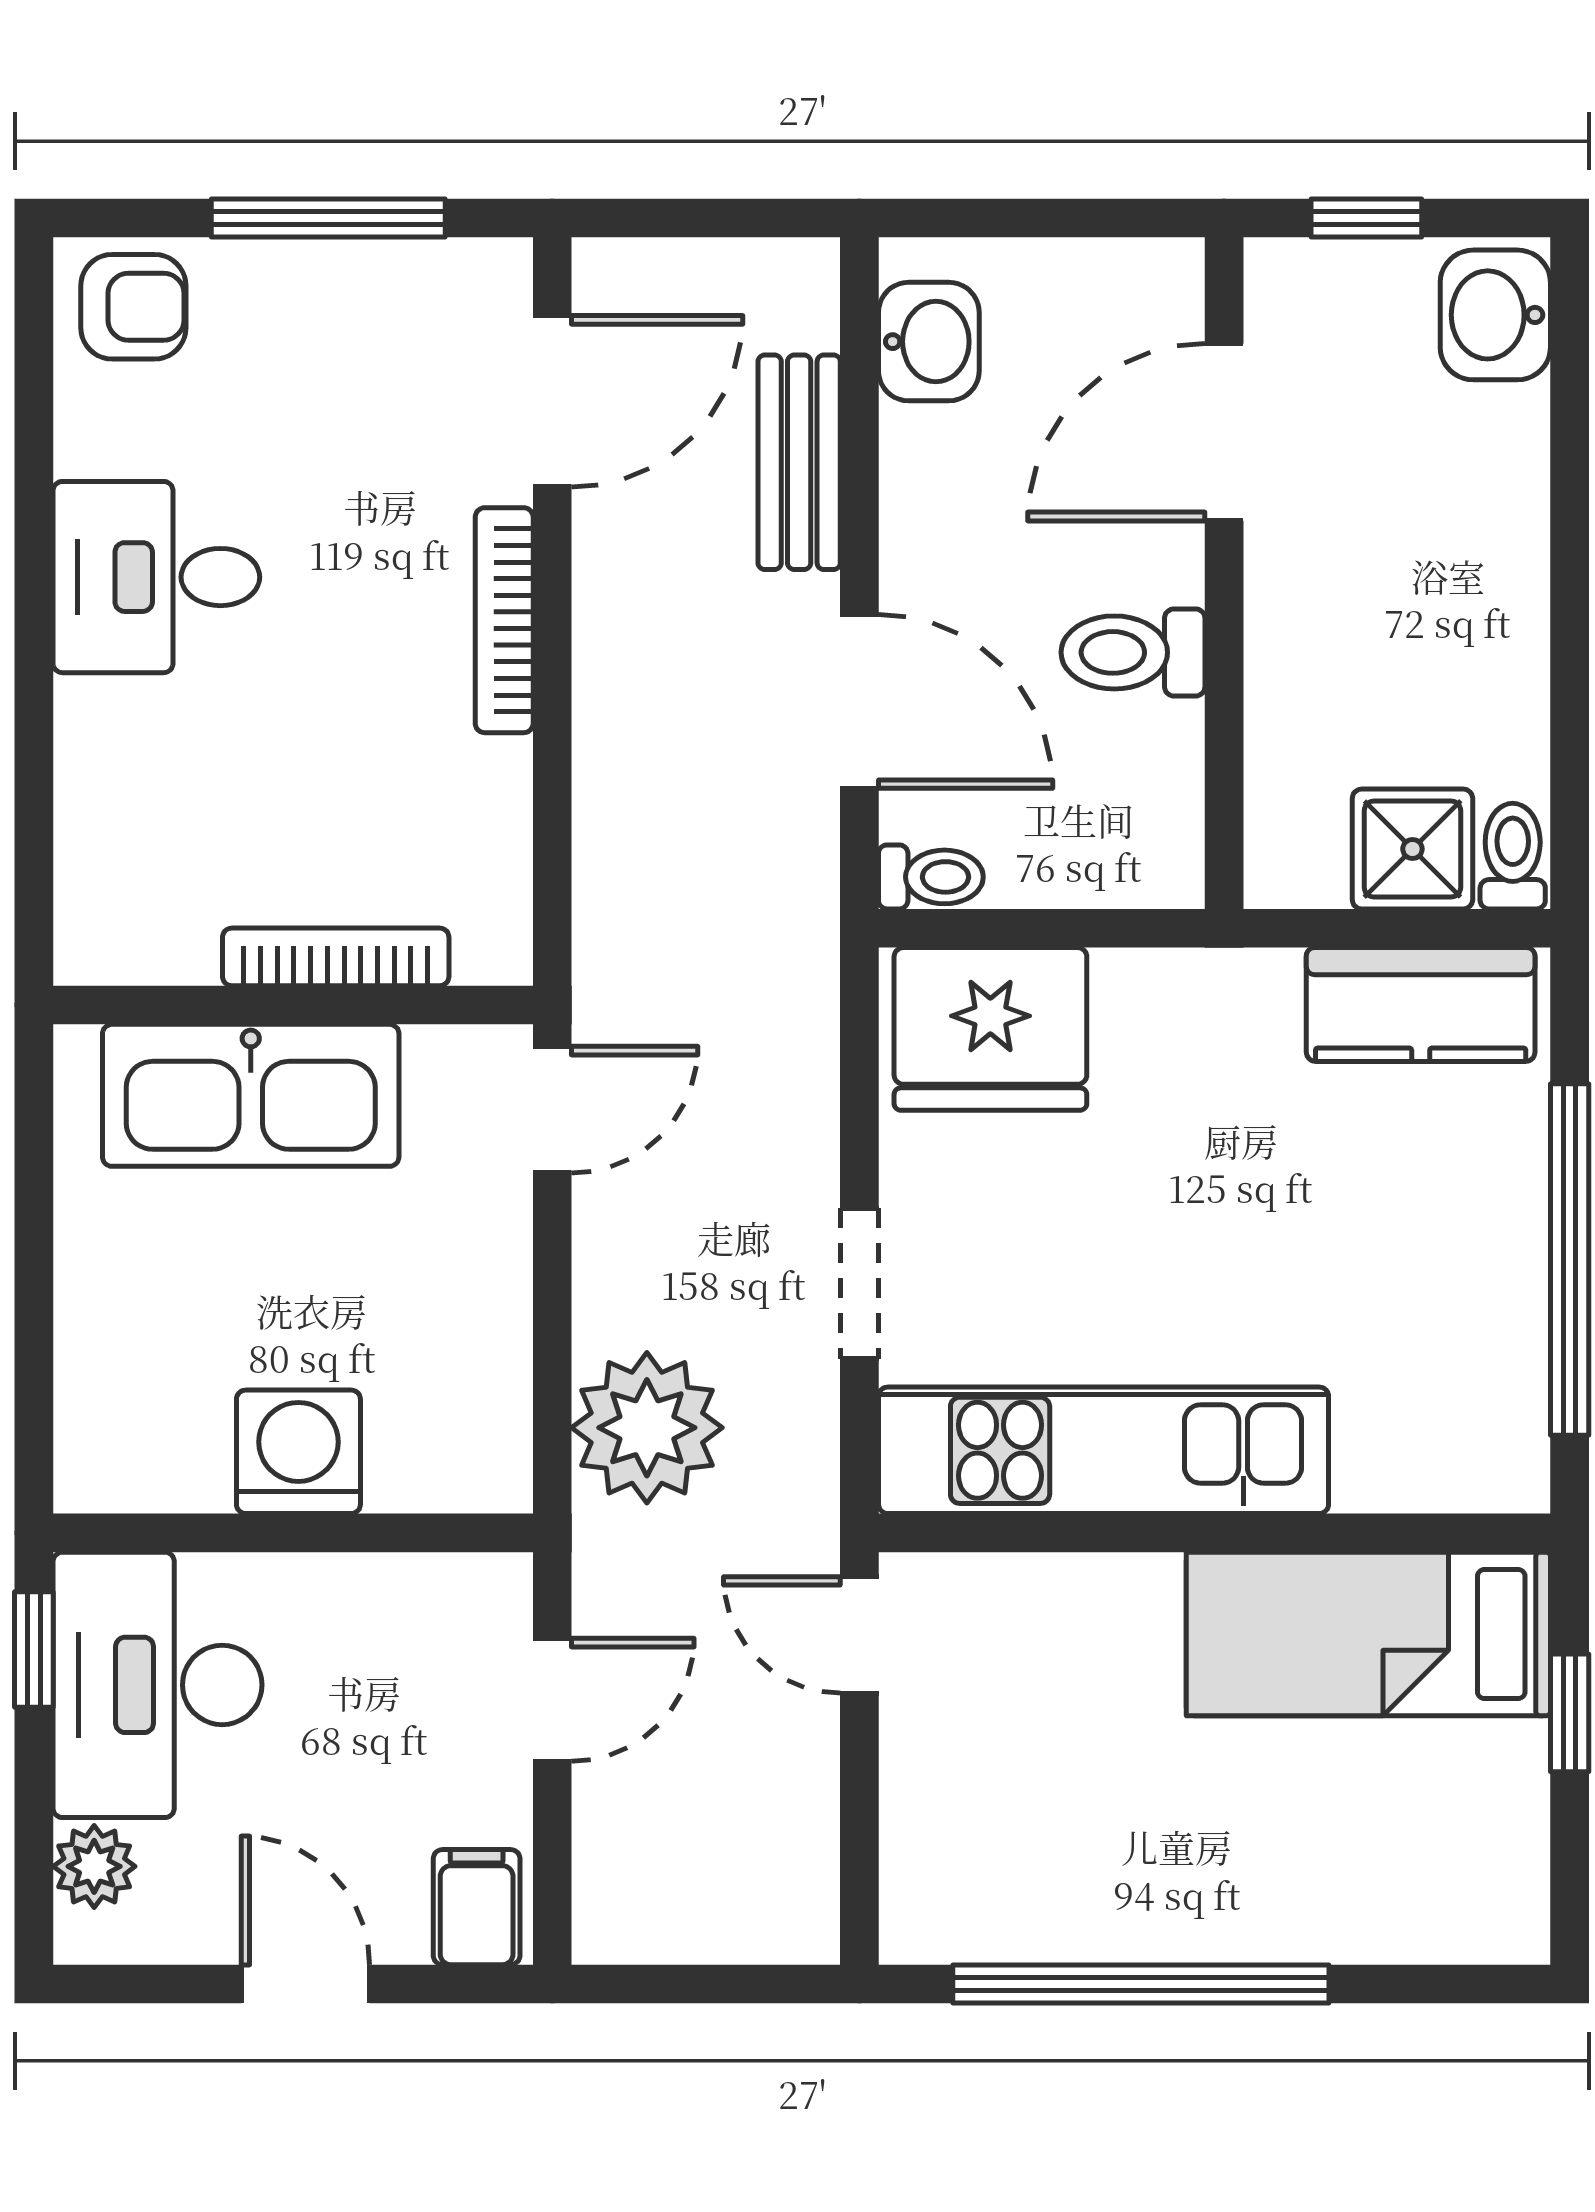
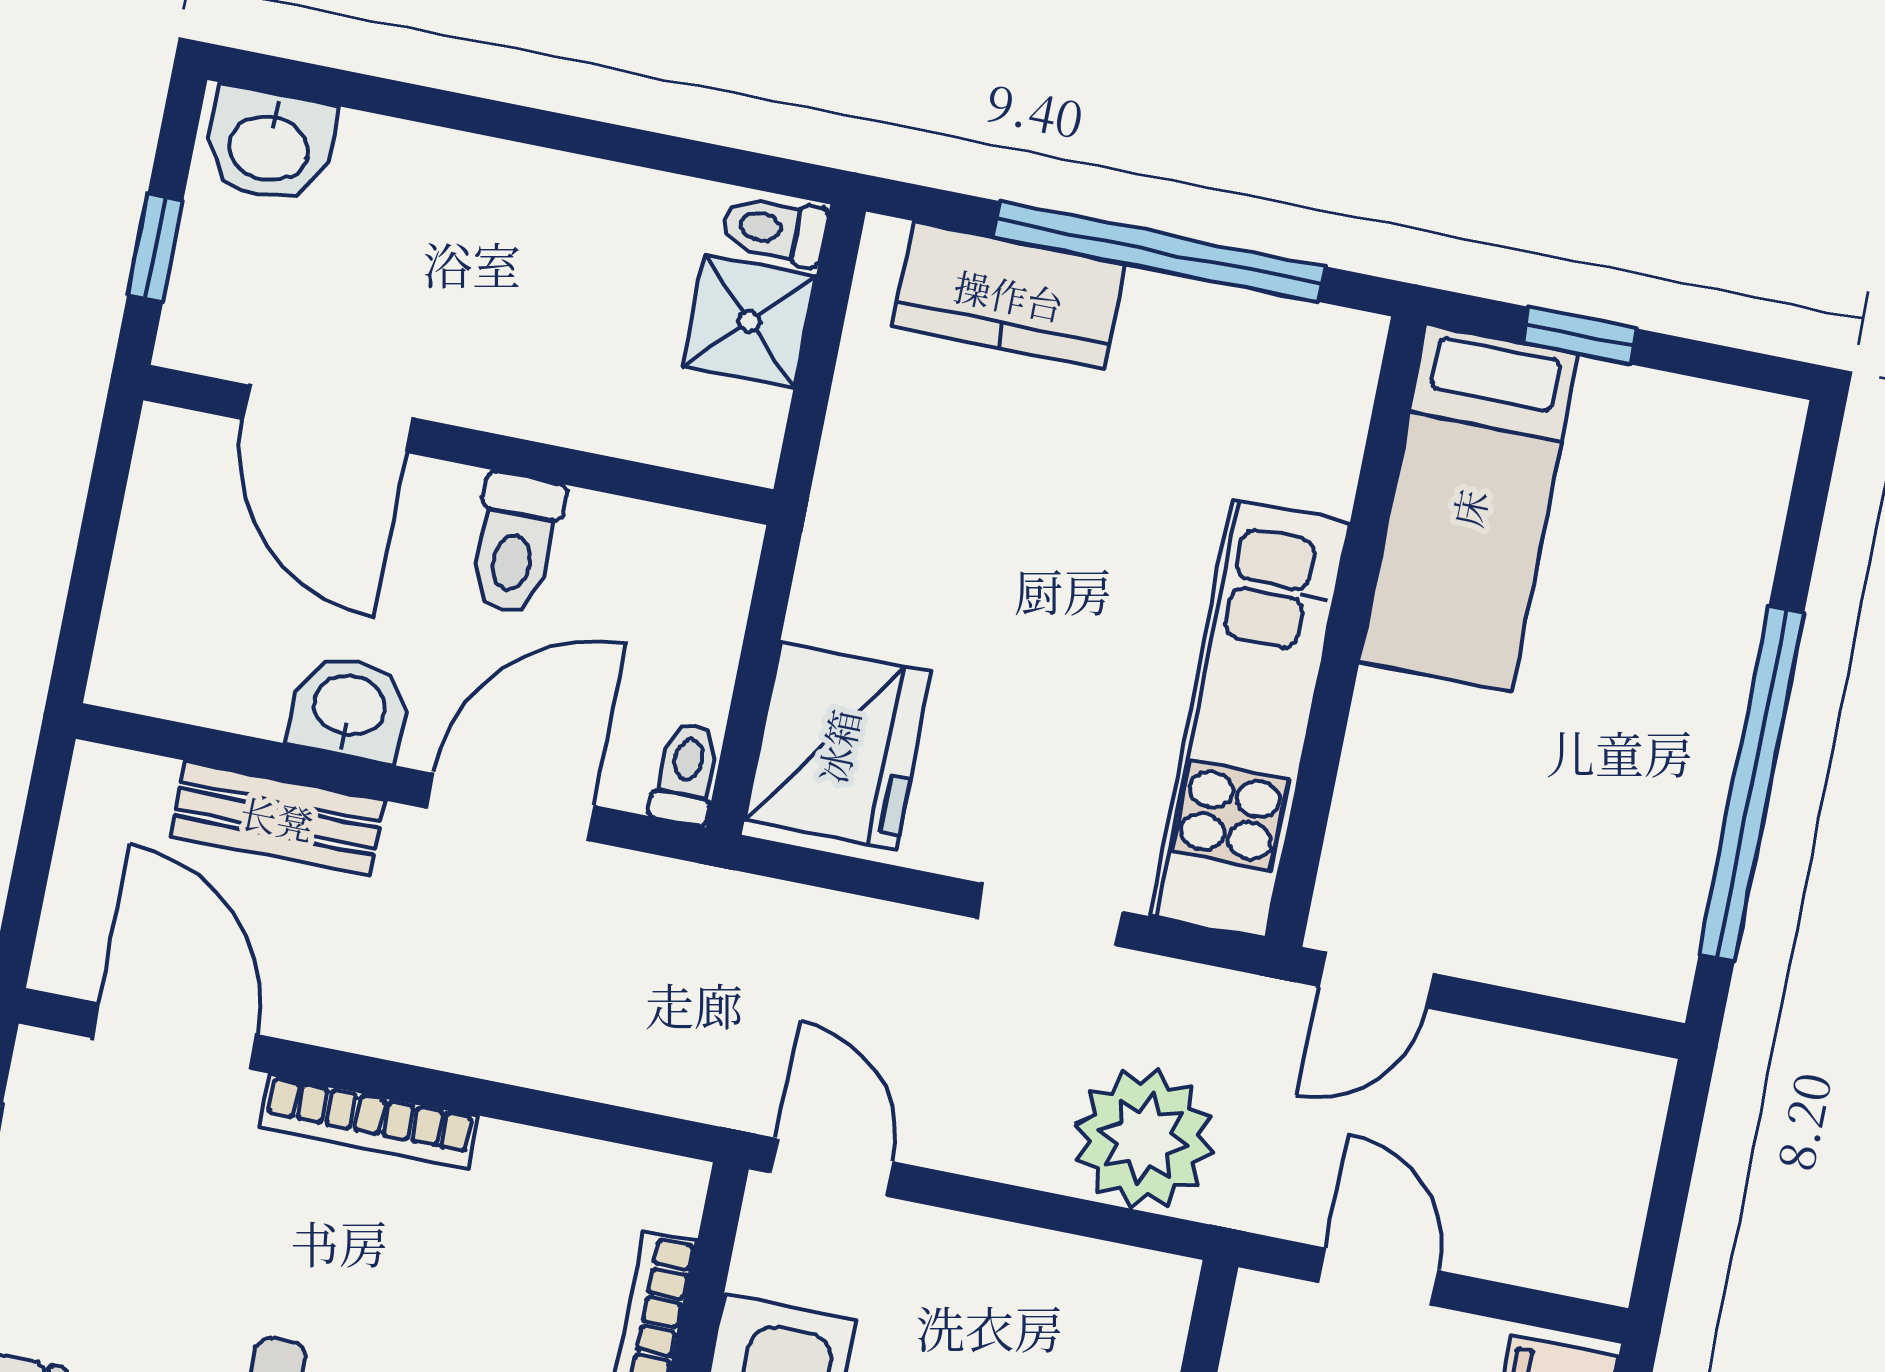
washbasin: (929, 342) -> (349, 708), moved
kitchen counter: (1421, 1005) -> (1009, 295), moved, turned 90

